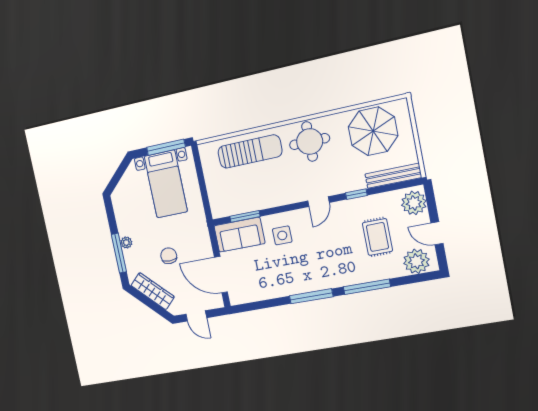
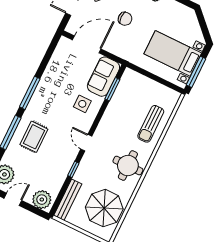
sun lounger: (250, 152) -> (151, 124), width x0.73, depth x0.75
rug: (377, 237) -> (34, 137), moved, turned 90

